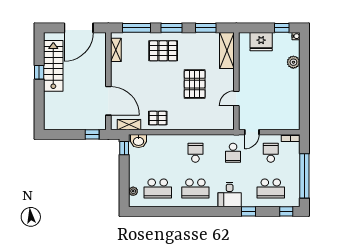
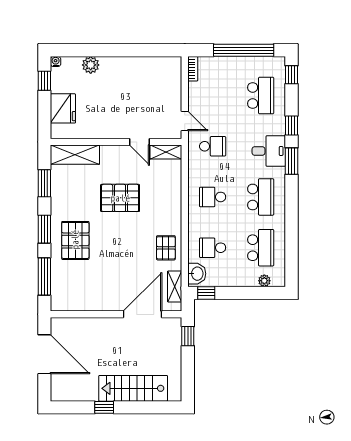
shelving: (116, 50) -> (166, 152), moved
stairs: (53, 66) -> (133, 388), moved
school desk: (271, 153) -> (213, 248), moved
window: (222, 211) -> (292, 161), added

